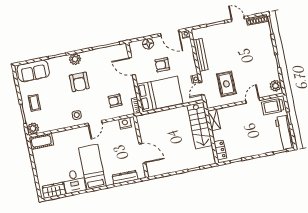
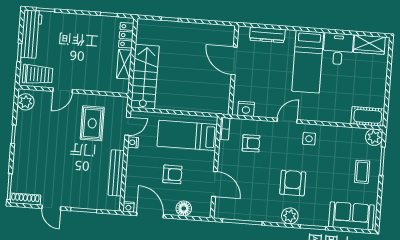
bed: (160, 94) -> (187, 135), width x0.67
shelving: (214, 120) -> (124, 64), moved

